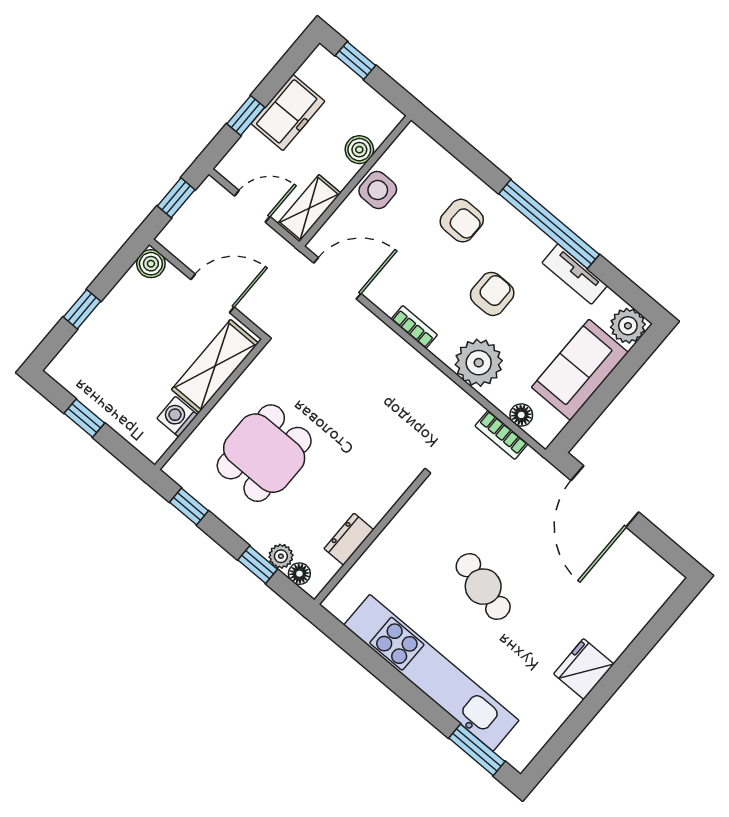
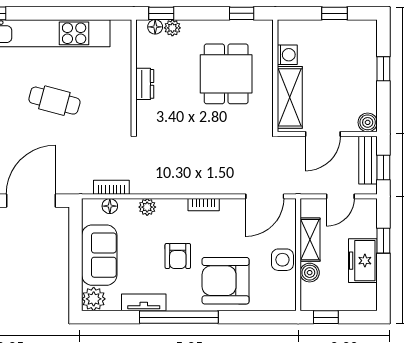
window: (356, 61) -> (326, 317), moved
shelving: (309, 208) -> (310, 240), moved
bench: (186, 221) -> (368, 160), added
armchair: (462, 221) -> (226, 281), width x1.88, depth x1.88
plant: (479, 363) -> (147, 207), width x0.53, depth x0.53
door: (605, 496) -> (31, 201), hinge flipped
dresser: (349, 539) -> (145, 84), moved
window: (258, 565) -> (161, 13), moved

